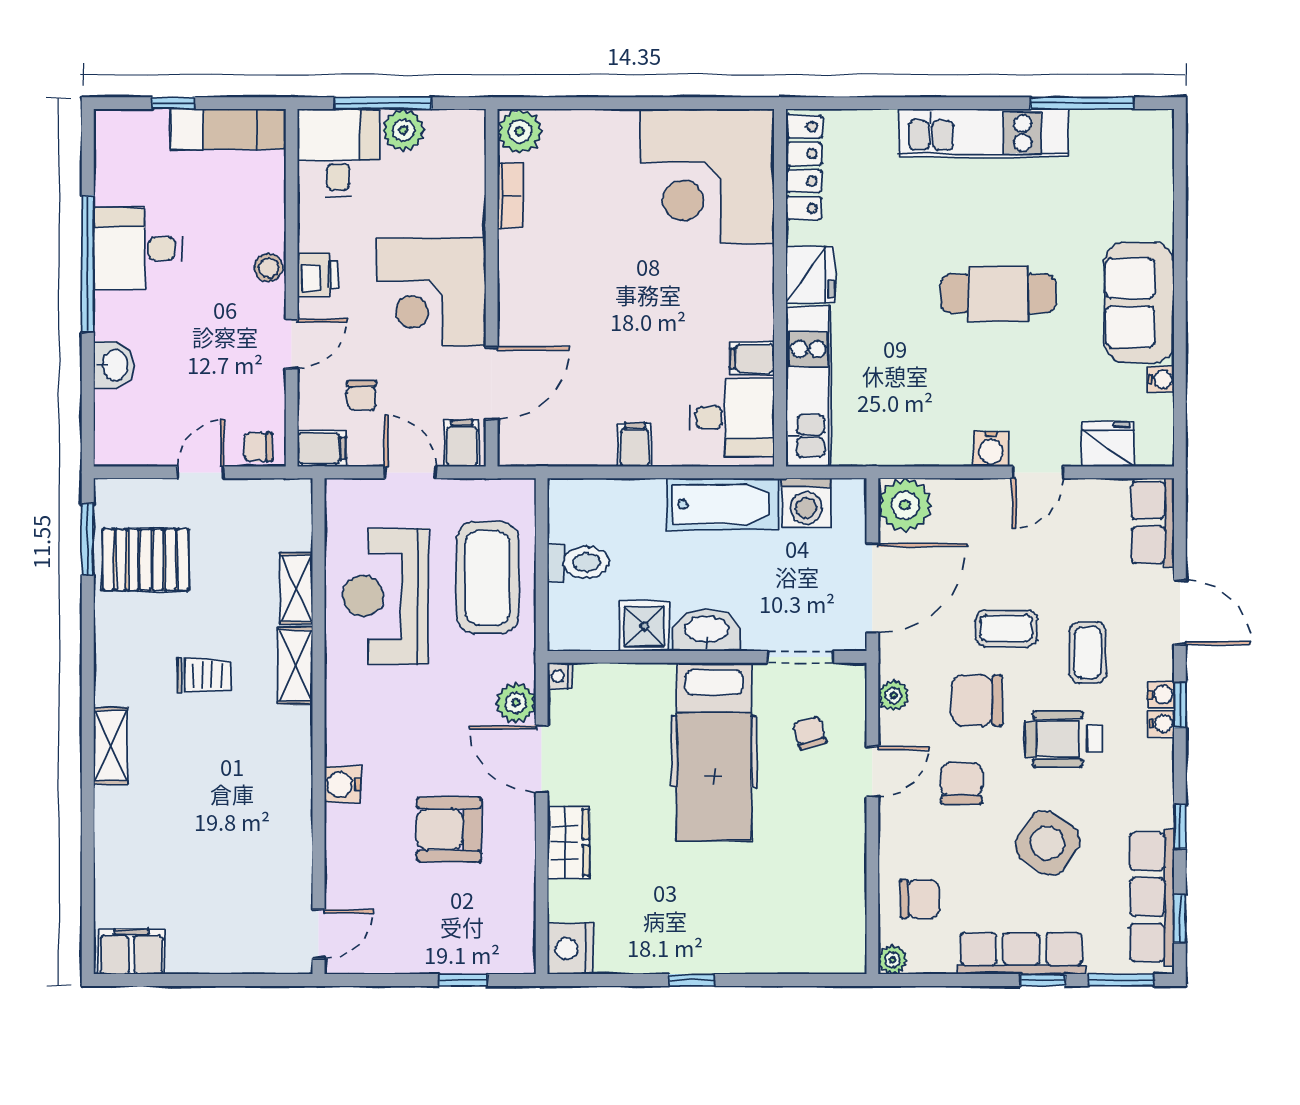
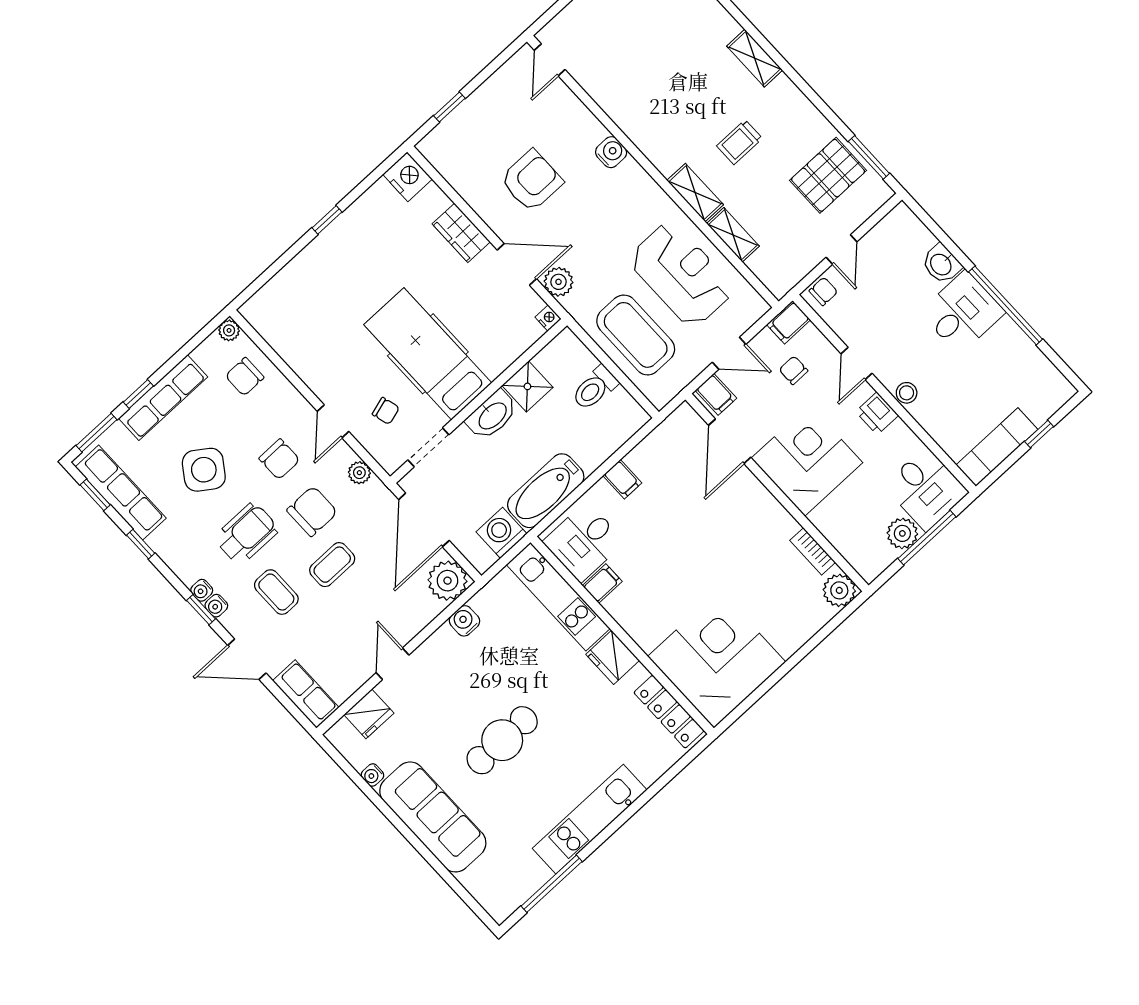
desk: (138, 249) -> (962, 312), moved
sofa: (1139, 303) -> (433, 817), width x1.36
water cooler: (991, 449) -> (464, 621), moved

